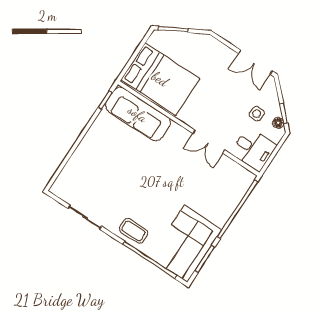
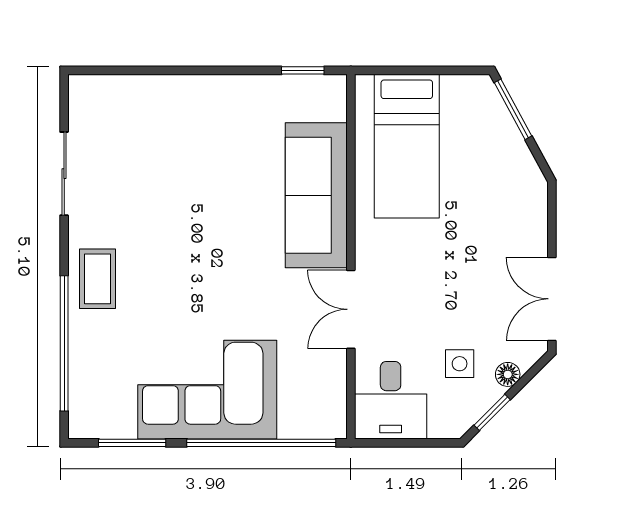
bed: (160, 79) -> (407, 146), width x0.67
sofa: (138, 114) -> (316, 195), moved
floor lamp: (278, 123) -> (508, 374), moved
corner sofa: (186, 243) -> (207, 390), moved

